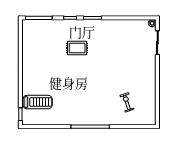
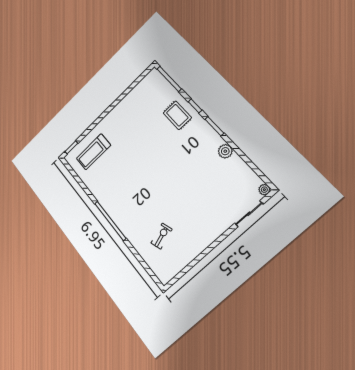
plant: (112, 25) -> (225, 151), added
rug: (77, 48) -> (177, 115), moved
treadmill: (38, 102) -> (93, 152), turned 90

